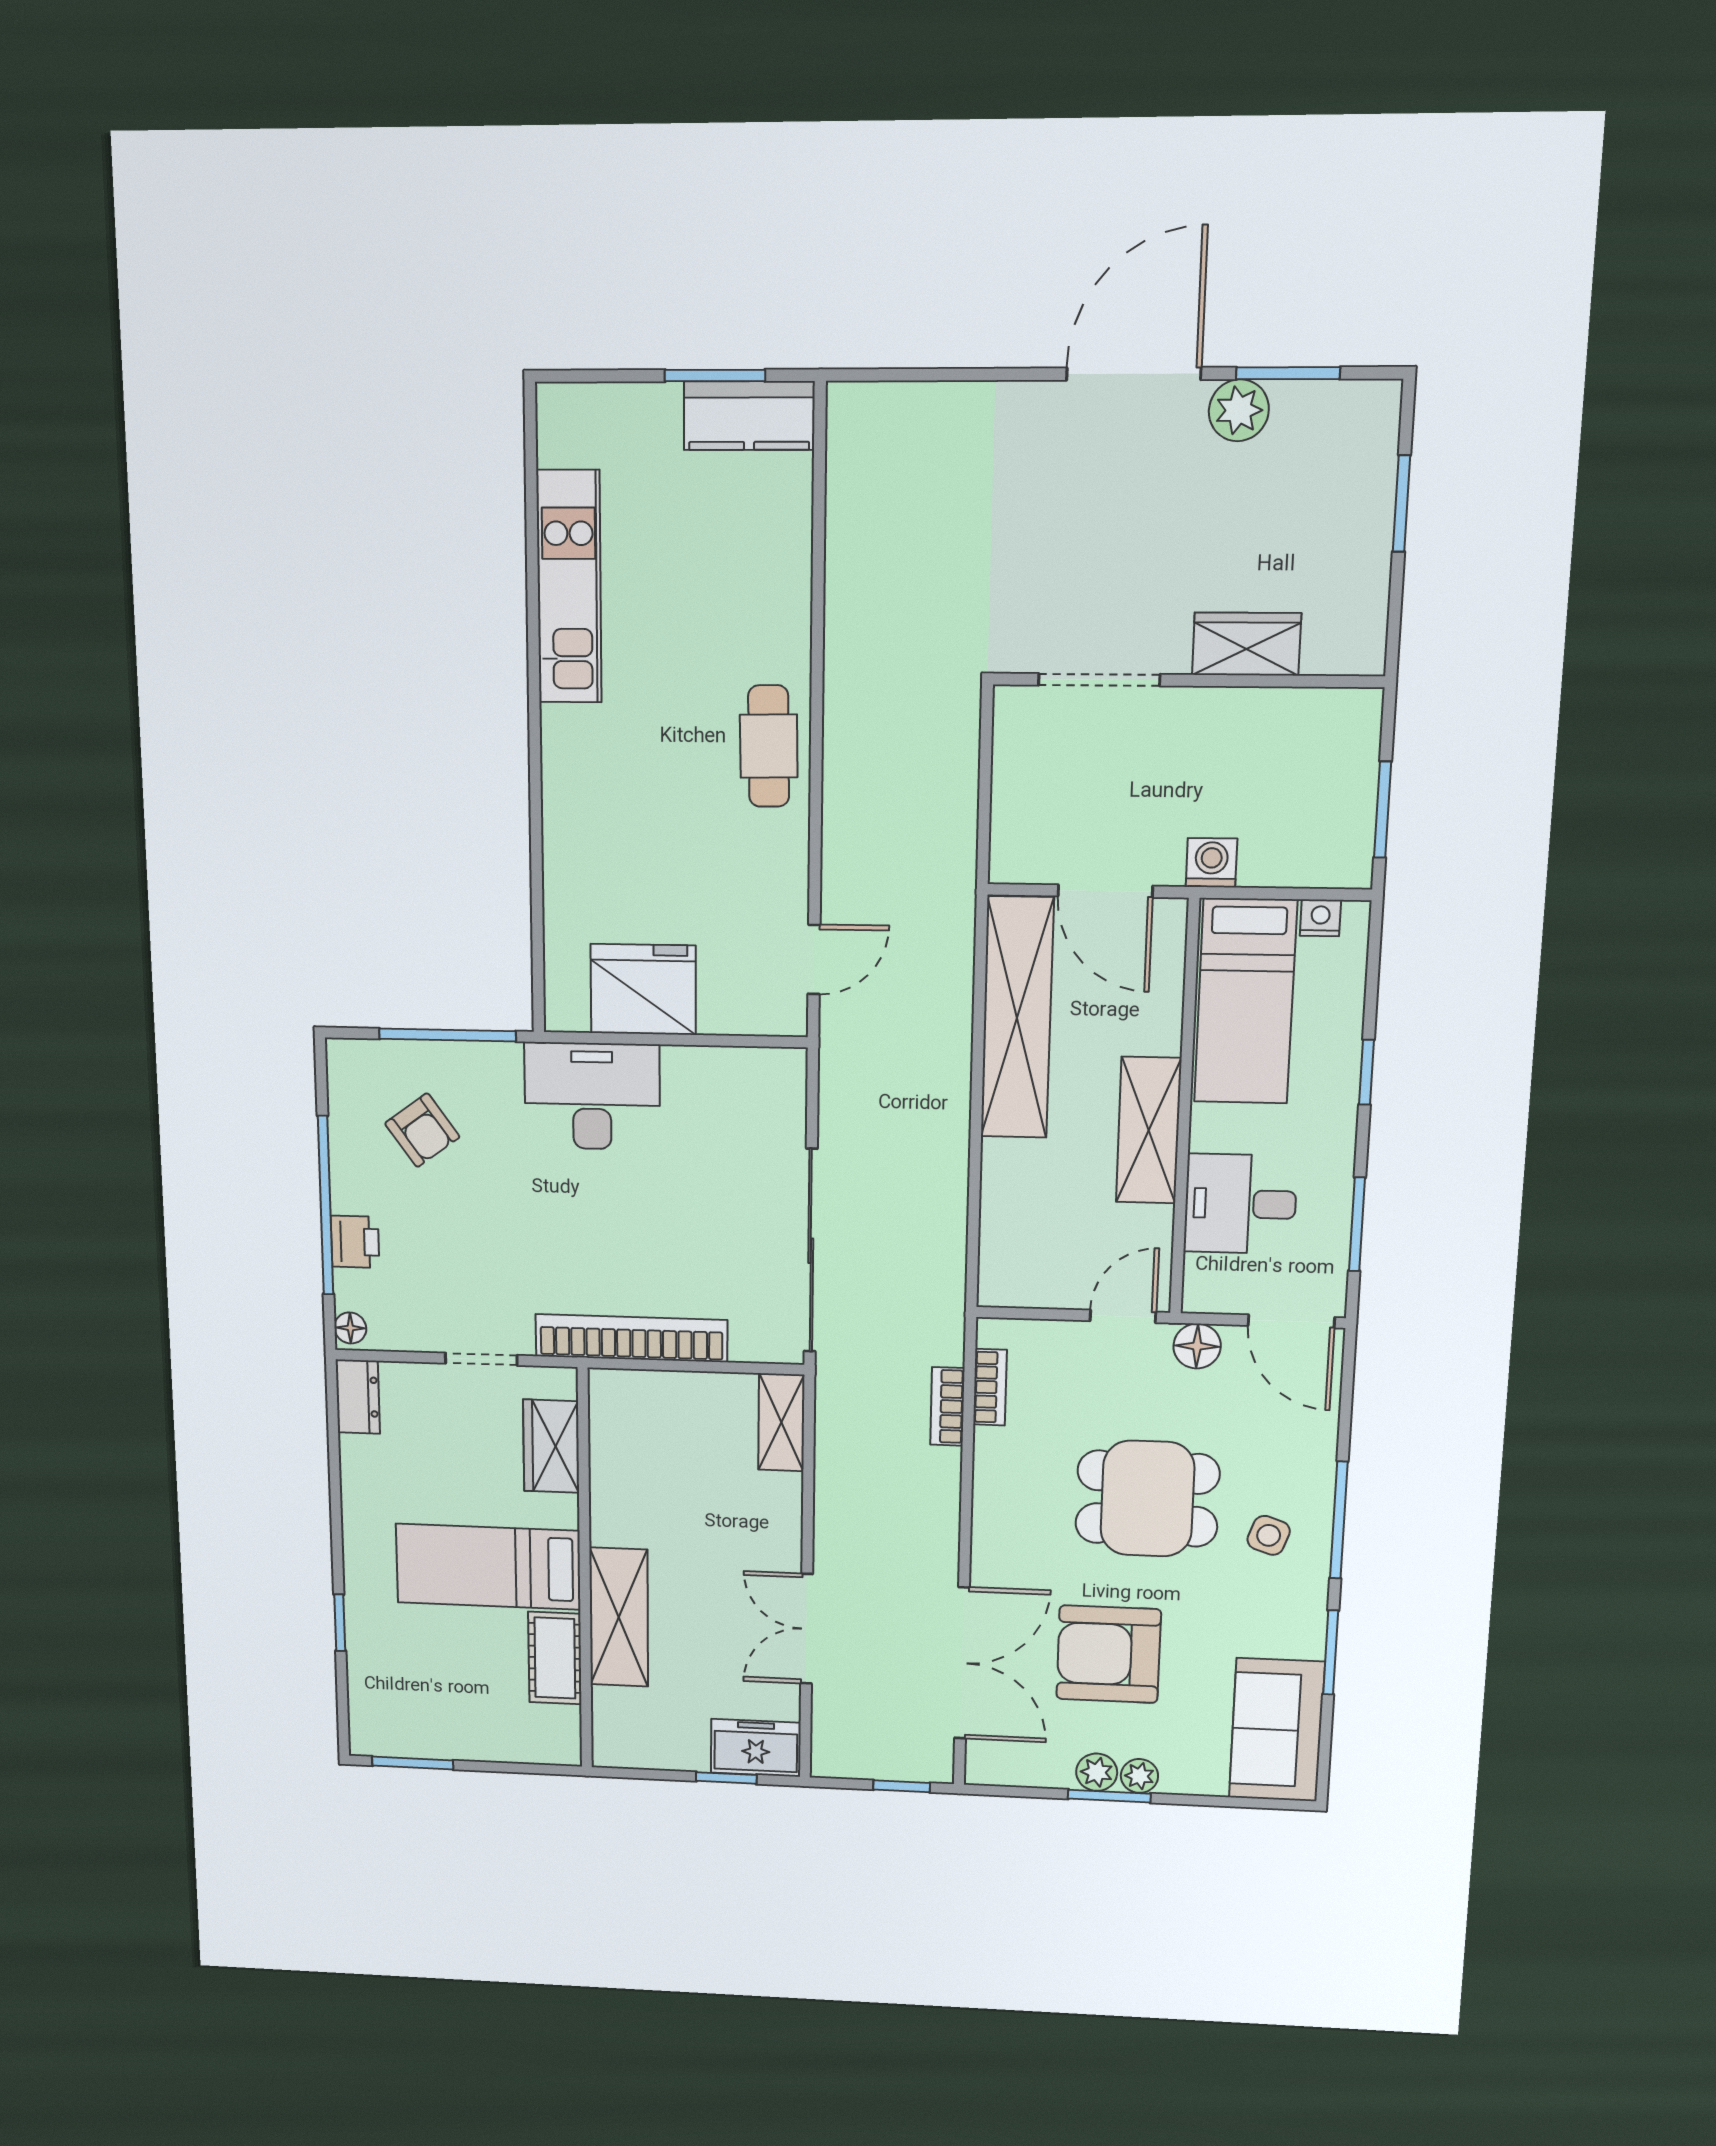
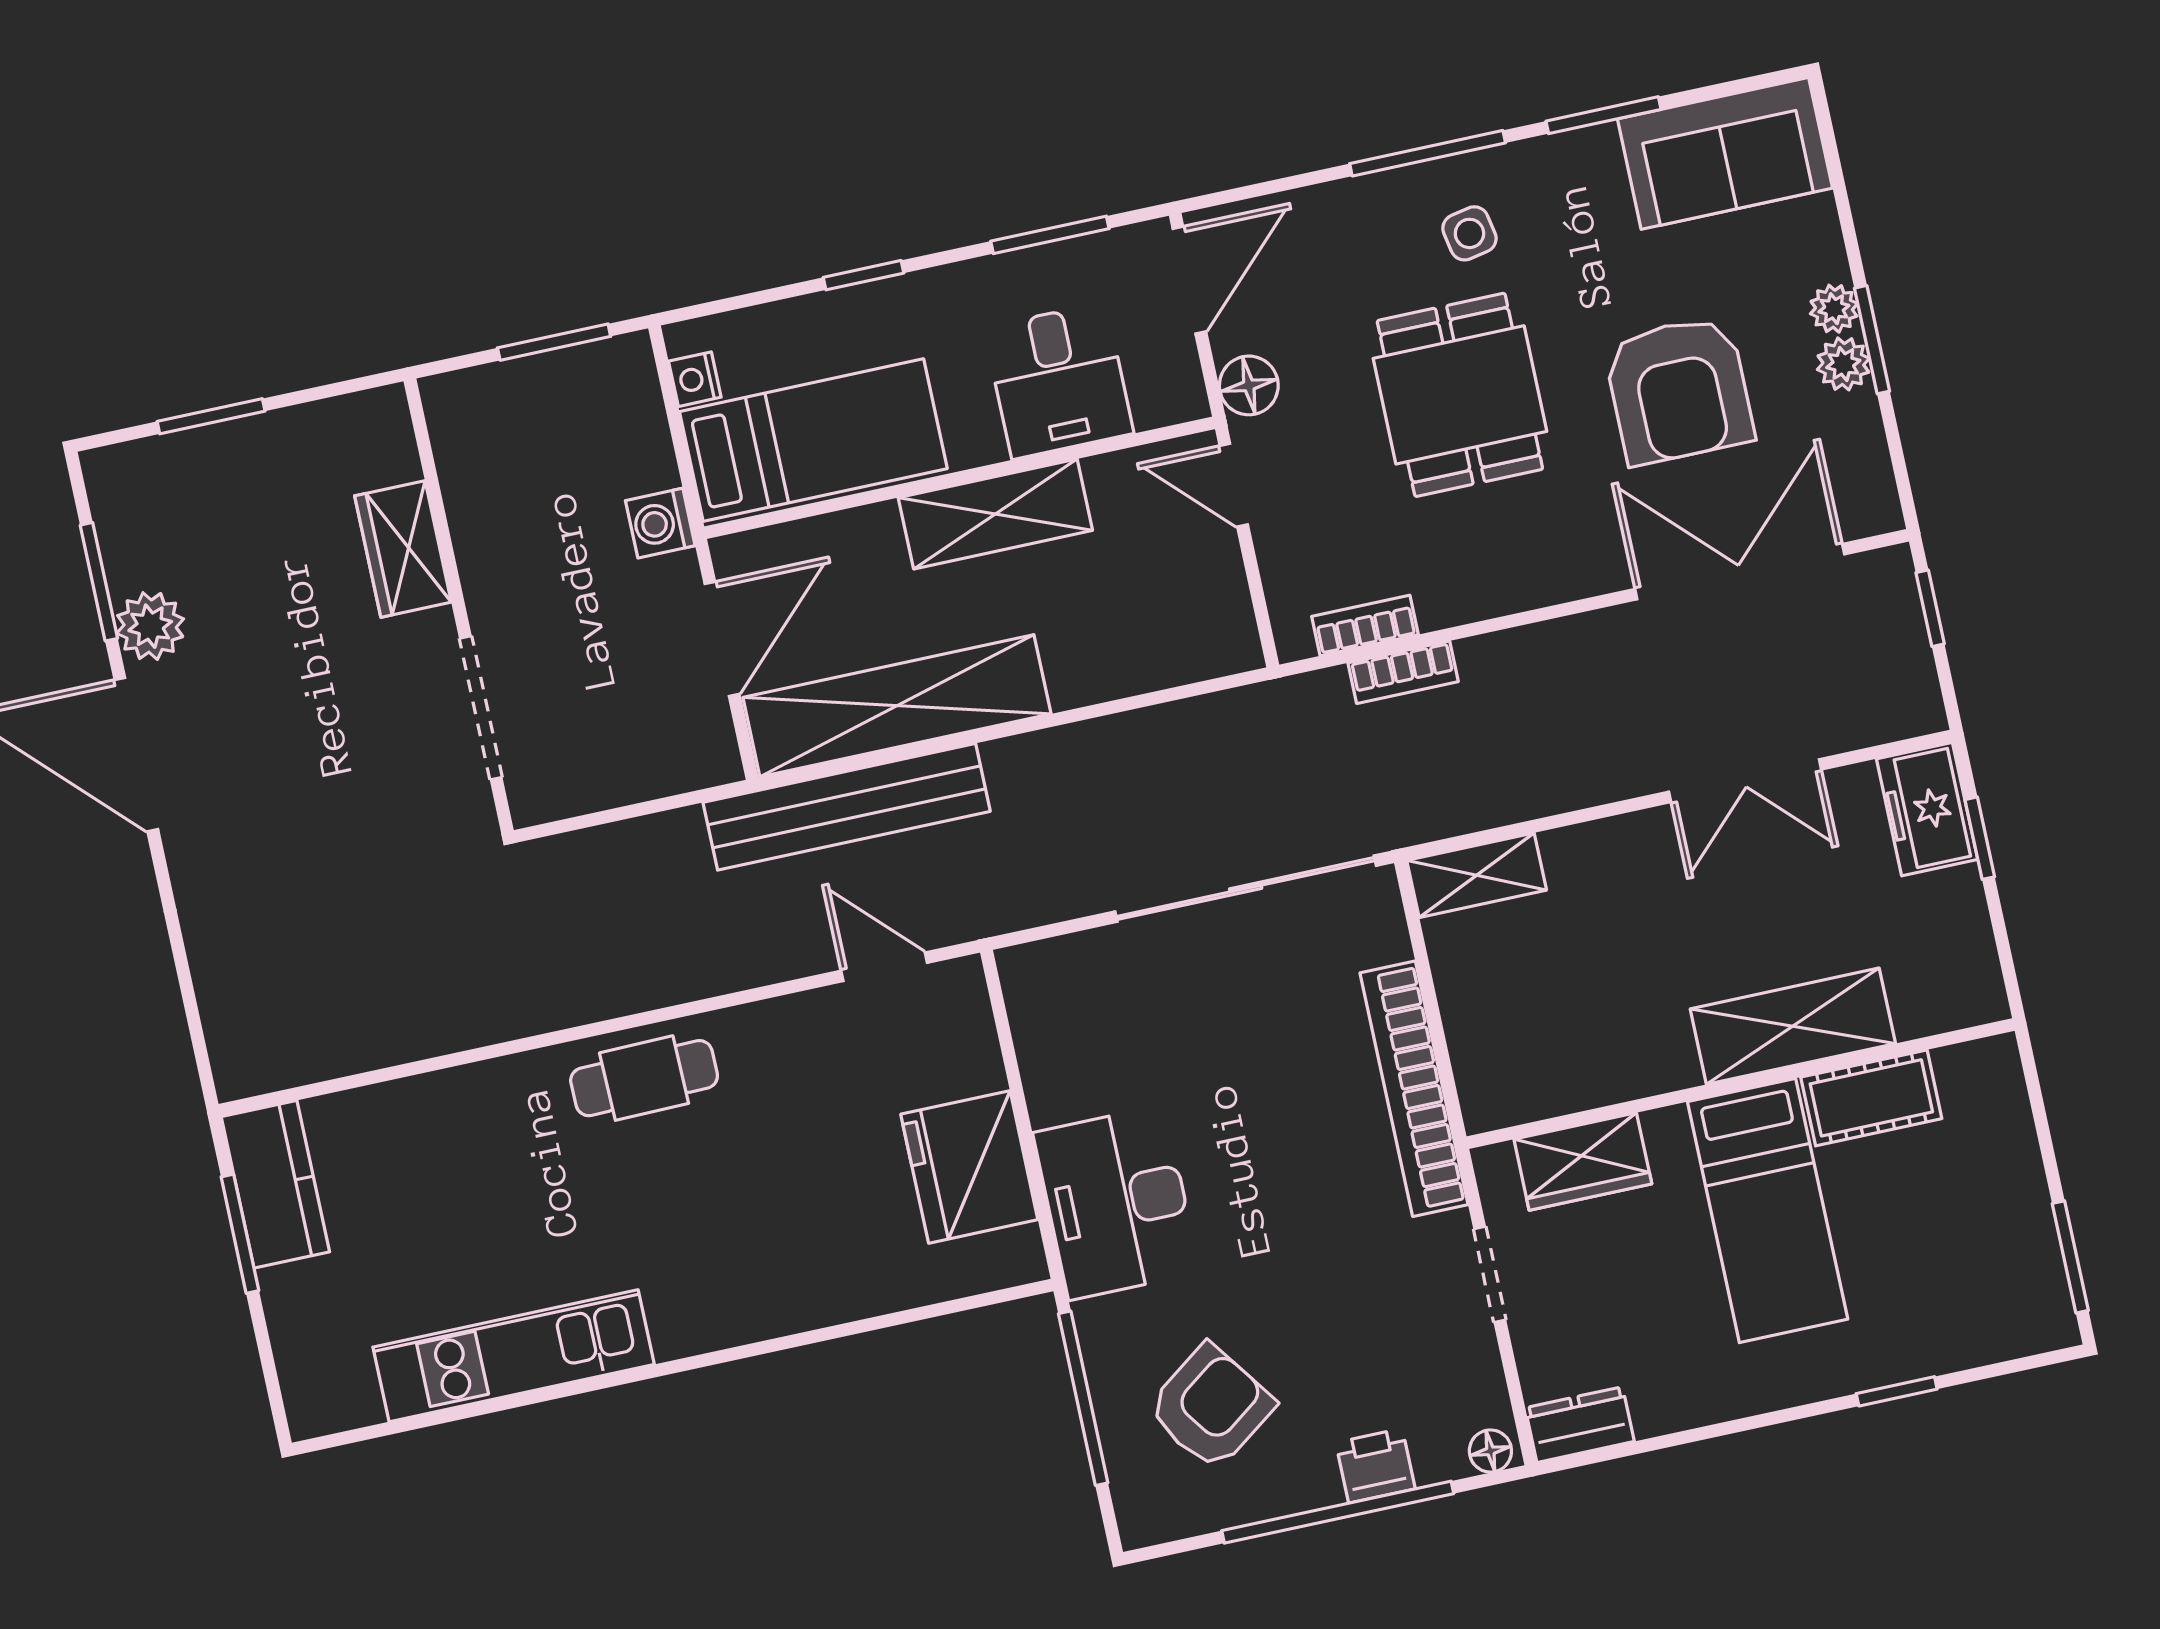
bench: (947, 959) -> (847, 807), added
armchair: (422, 1130) -> (1211, 1407), width x1.38, depth x1.38
side table: (1269, 1535) -> (1469, 233), turned -30

